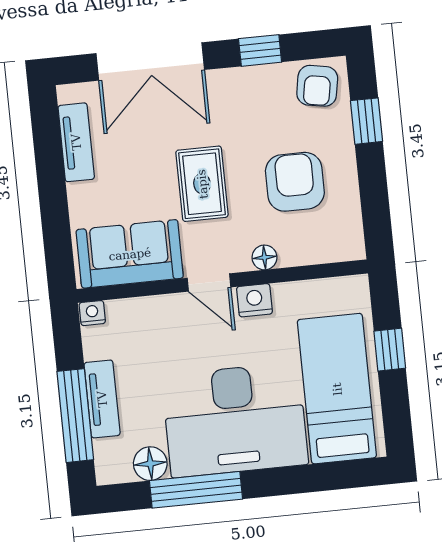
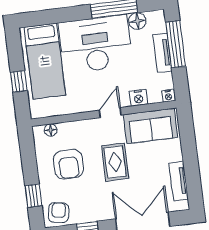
floor lamp: (264, 257) -> (51, 130), moved
door: (209, 283) -> (110, 113), hinge flipped
nightstand: (254, 300) -> (139, 98), moved

